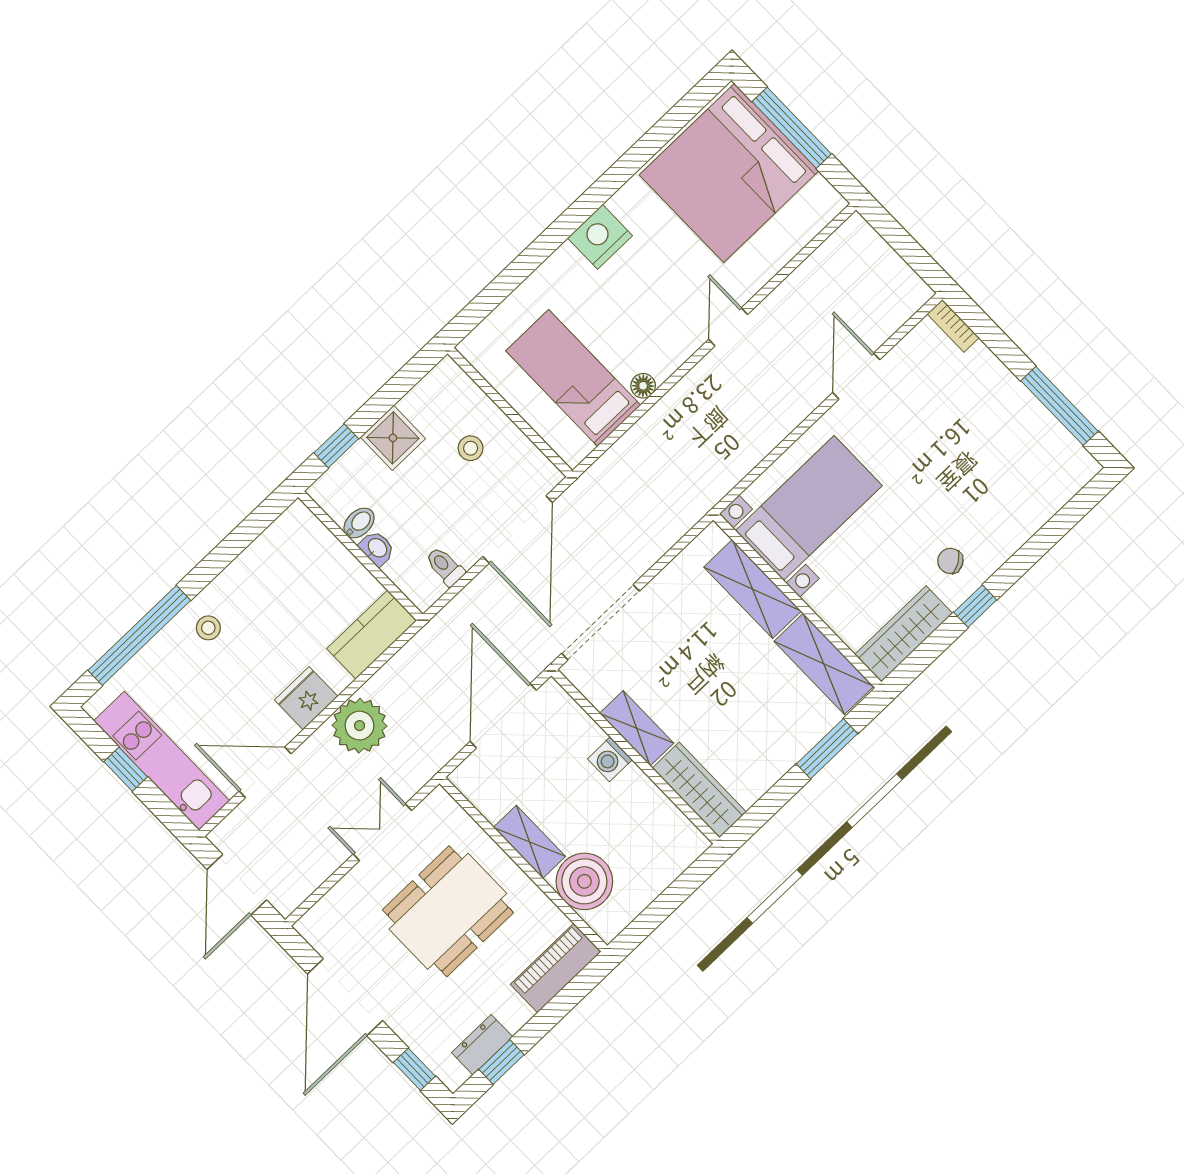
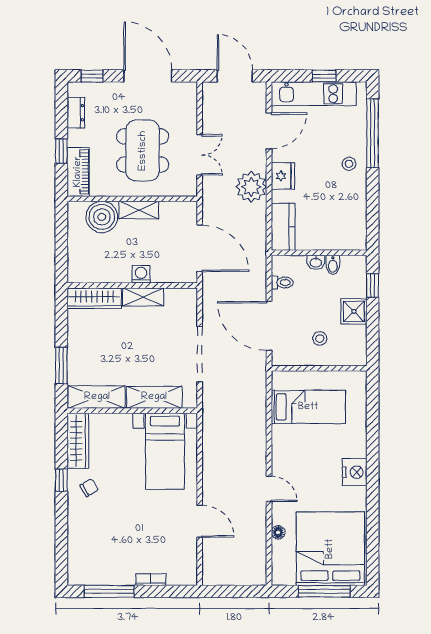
bookcase: (953, 326) -> (151, 580), moved
floor lamp: (643, 386) -> (278, 532), moved
doorway: (600, 622) -> (200, 354), moved
window: (501, 1062) -> (61, 151), moved

